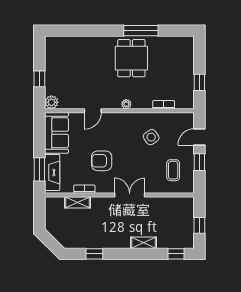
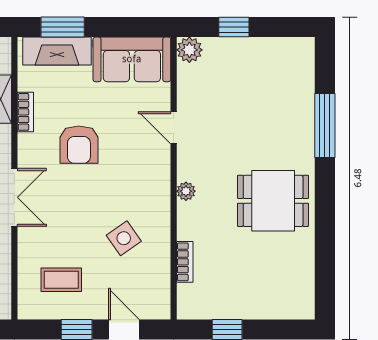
window: (141, 31) -> (325, 125), moved
armchair: (102, 161) -> (79, 145), turned 180

